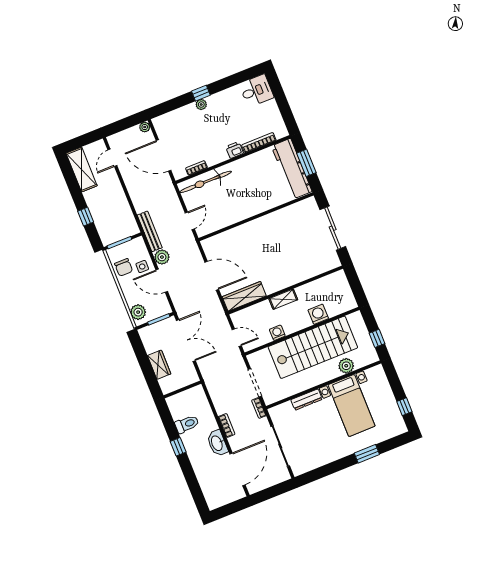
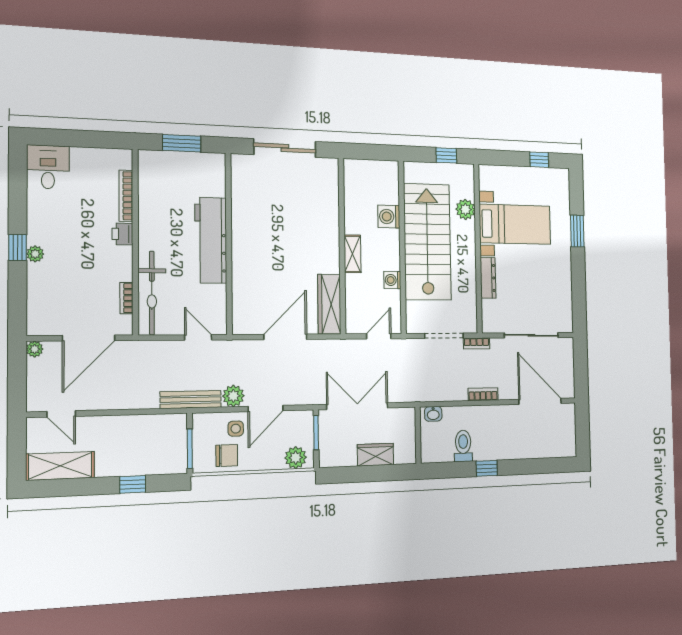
workbench: (292, 169) -> (211, 240), moved, turned 90
washbasin: (217, 443) -> (433, 414), moved, width x0.52, depth x0.69

